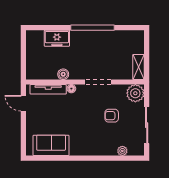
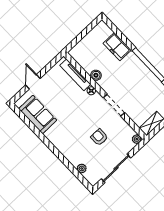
plant: (135, 93) -> (137, 139), width x0.53, depth x0.53
door: (23, 103) -> (33, 82), moved

